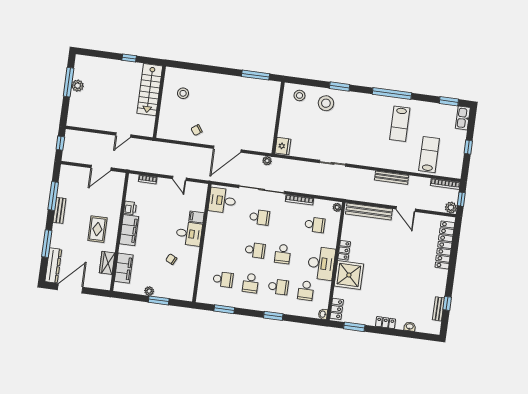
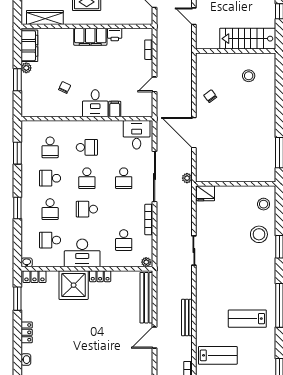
school desk: (227, 246) -> (87, 147), added
wardrobe: (107, 263) -> (45, 17), width x1.50
filing cabinet: (124, 268) -> (29, 46), moved, turned -90

